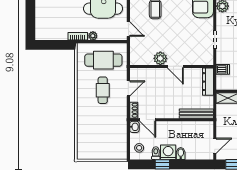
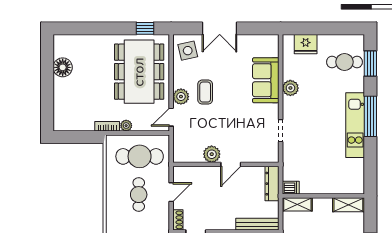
plant: (136, 13) -> (181, 97), added
door: (128, 29) -> (171, 117), swing flipped
door: (175, 66) -> (231, 164), hinge flipped
dishwasher: (223, 69) -> (291, 188), moved

